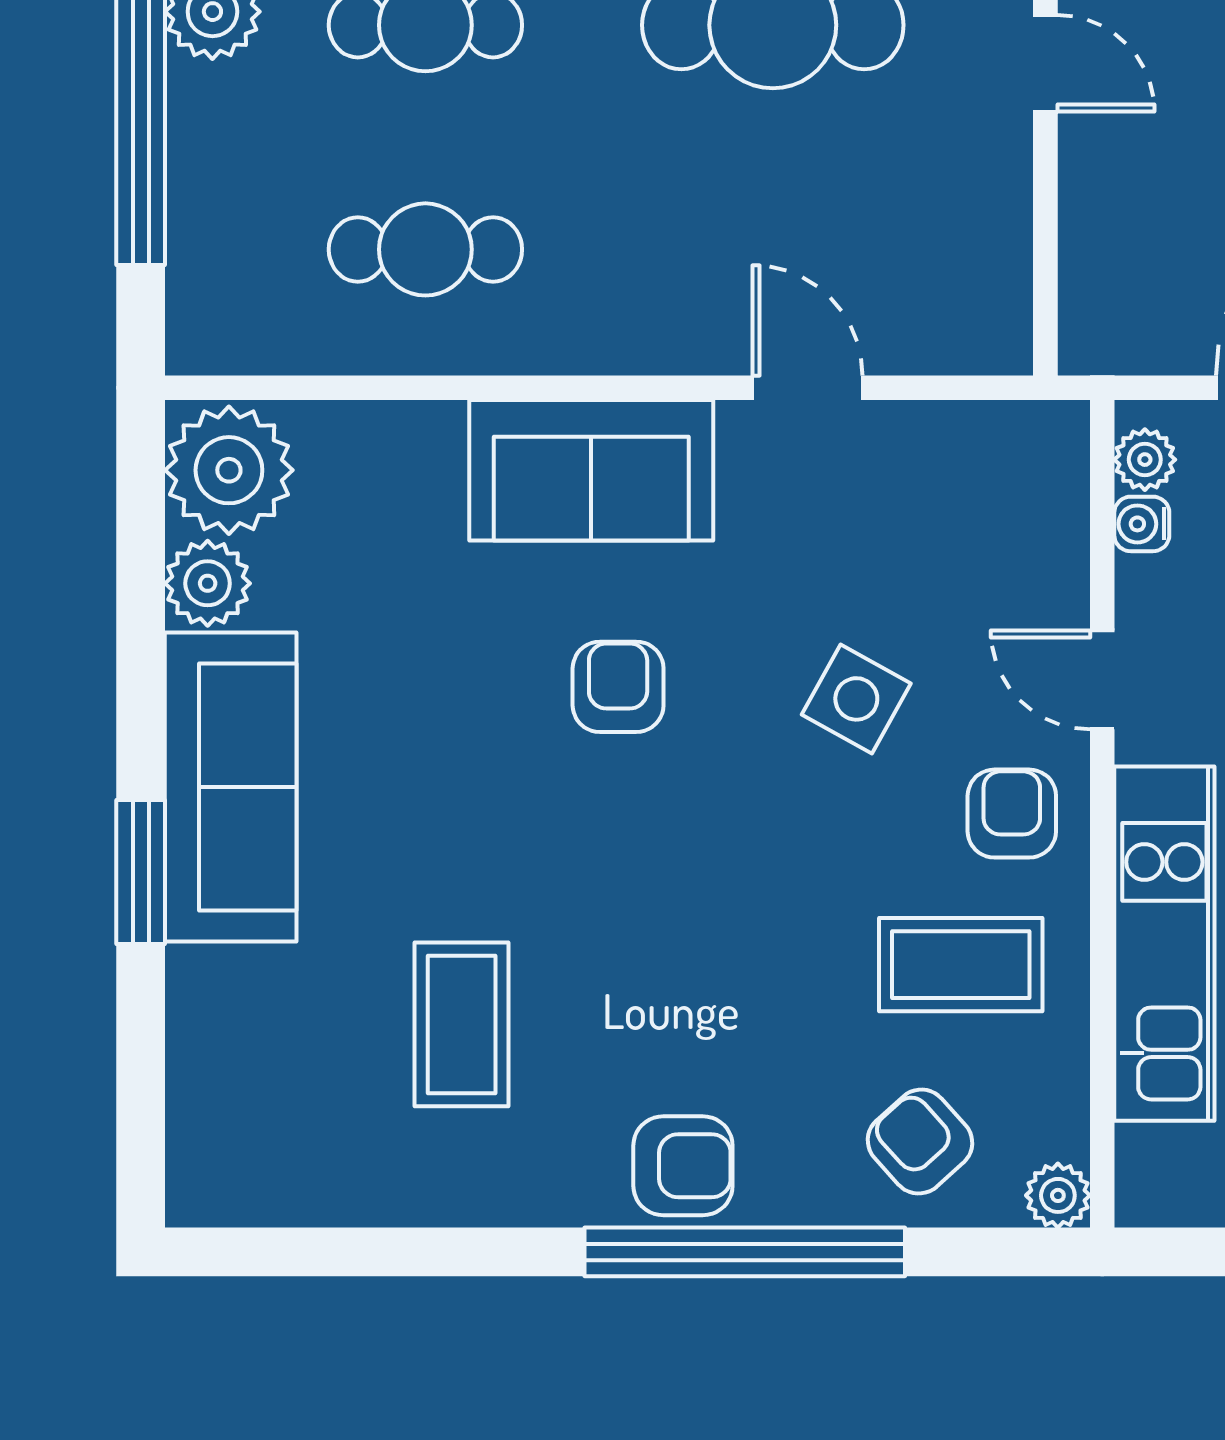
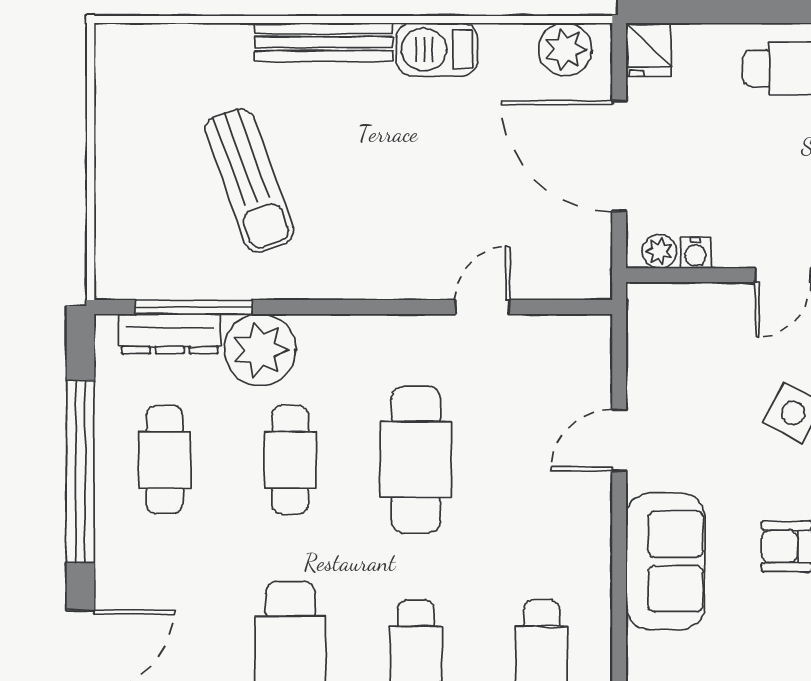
door: (1045, 63) -> (482, 307), moved

